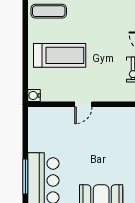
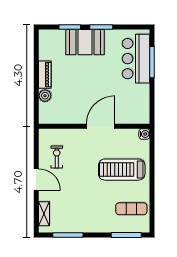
door: (83, 104) -> (101, 126), width x1.88

